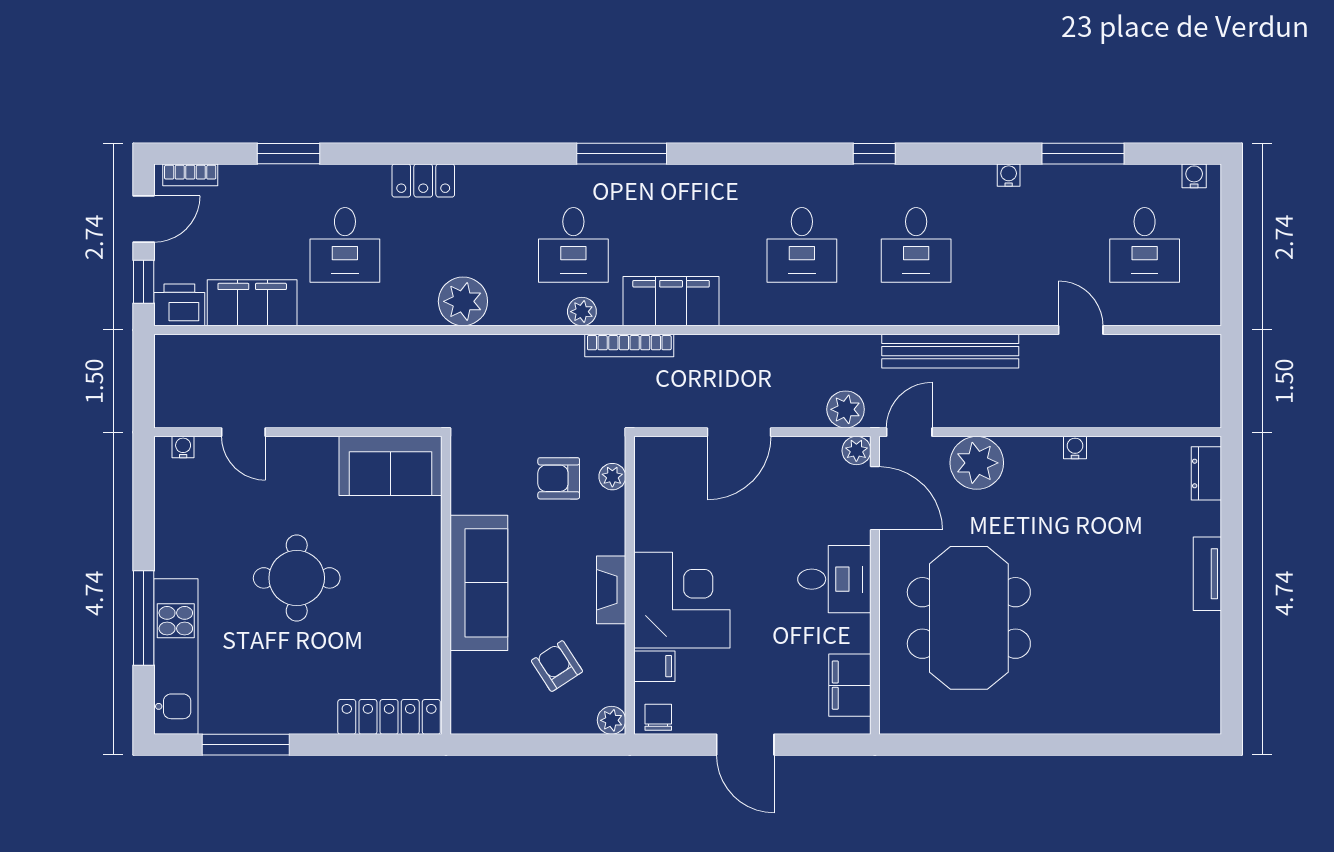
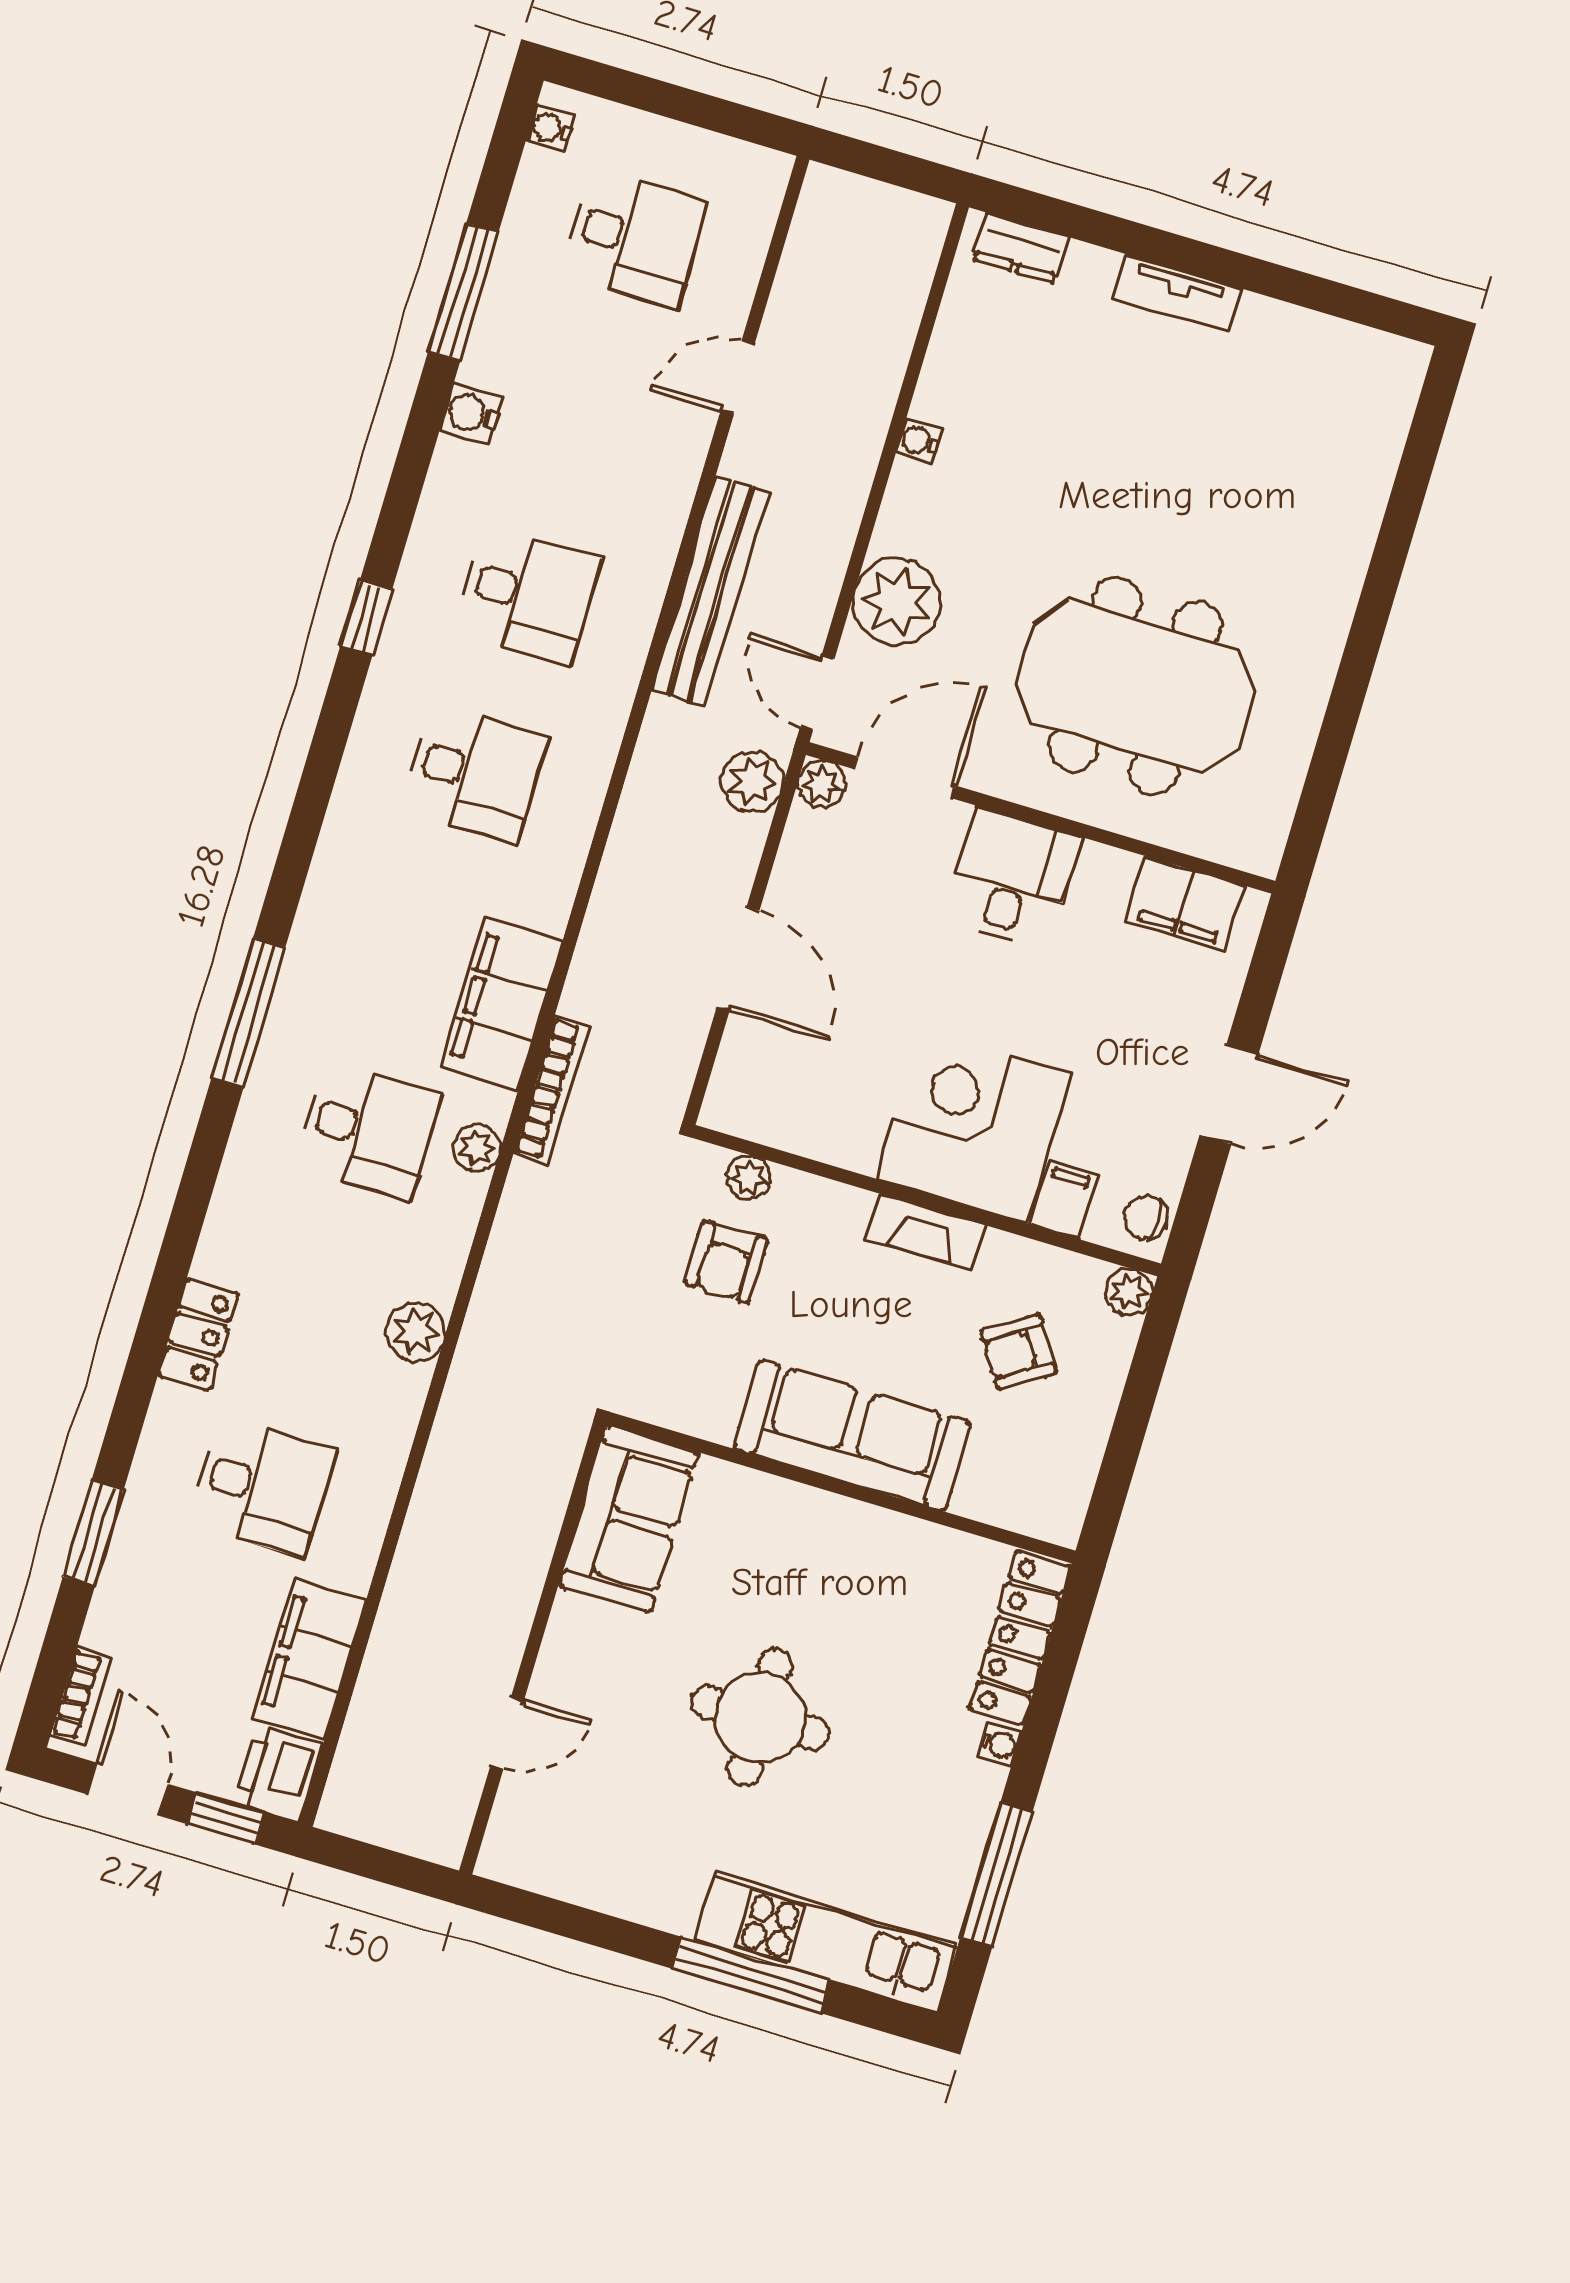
water cooler: (1009, 175) -> (471, 413), width x1.38, depth x1.38
plant: (463, 301) -> (416, 1332), width x0.73, depth x0.73
water cooler: (183, 447) -> (999, 1745), moved, turned 180

